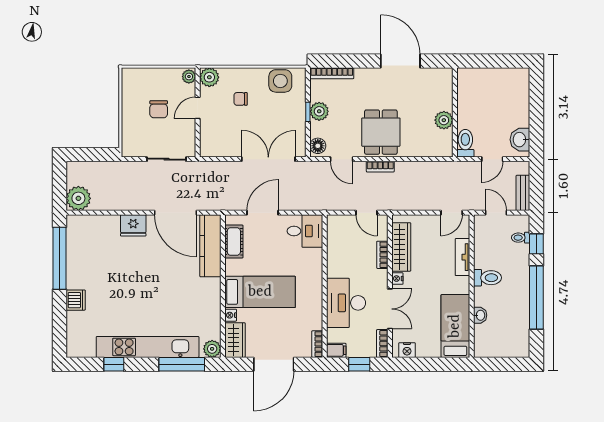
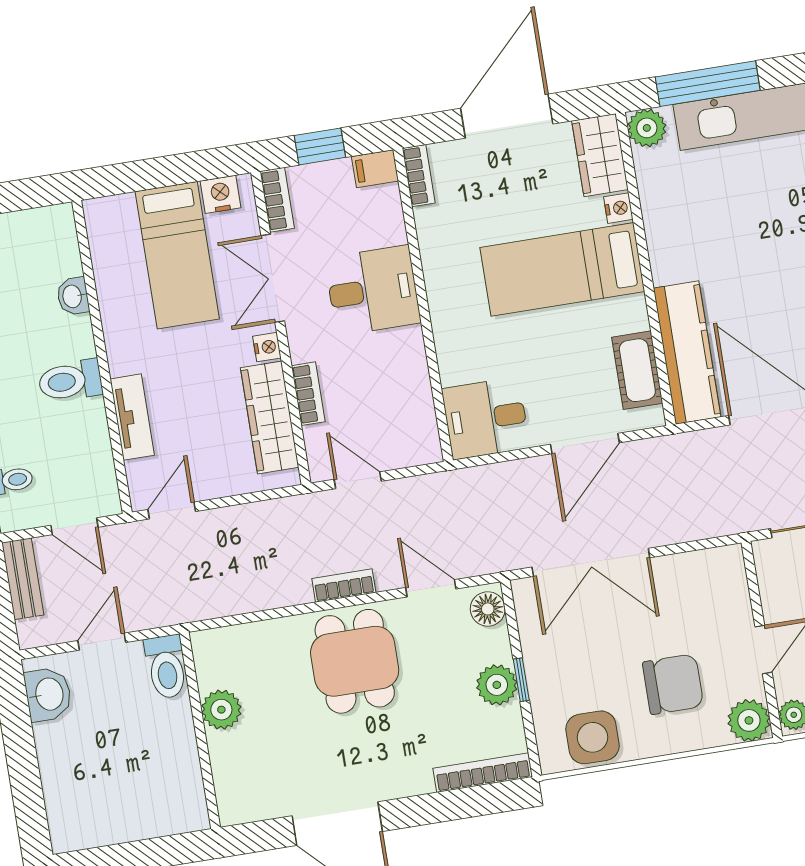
chair: (241, 99) -> (673, 684), width x1.87, depth x1.87
desk: (346, 303) -> (373, 290), width x0.73
bed: (455, 326) -> (177, 255), moved

